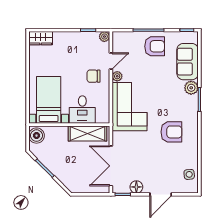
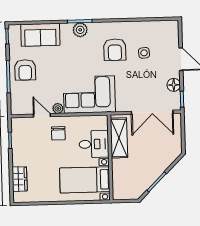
plant: (104, 37) -> (16, 123), removed
wardrobe: (41, 38) -> (20, 179), moved
armchair: (155, 46) -> (25, 70), turned 180
plant: (191, 88) -> (80, 30), moved
armchair: (171, 132) -> (115, 50), turned 180
boiler: (36, 136) -> (123, 192), removed
side table: (189, 174) -> (144, 53), moved

